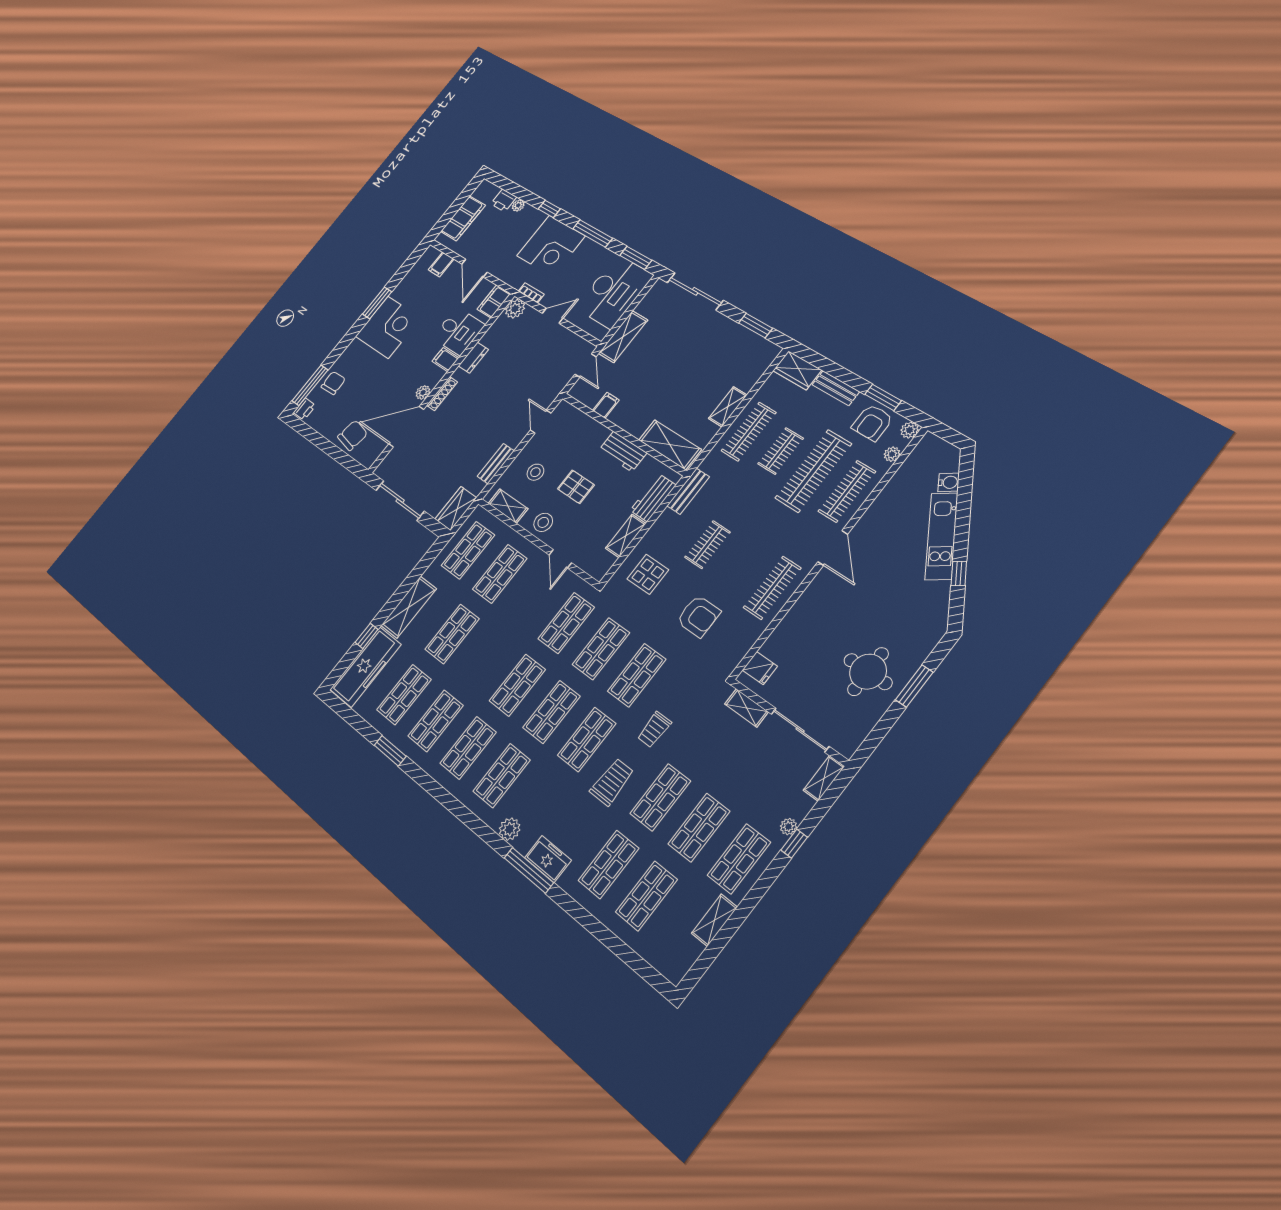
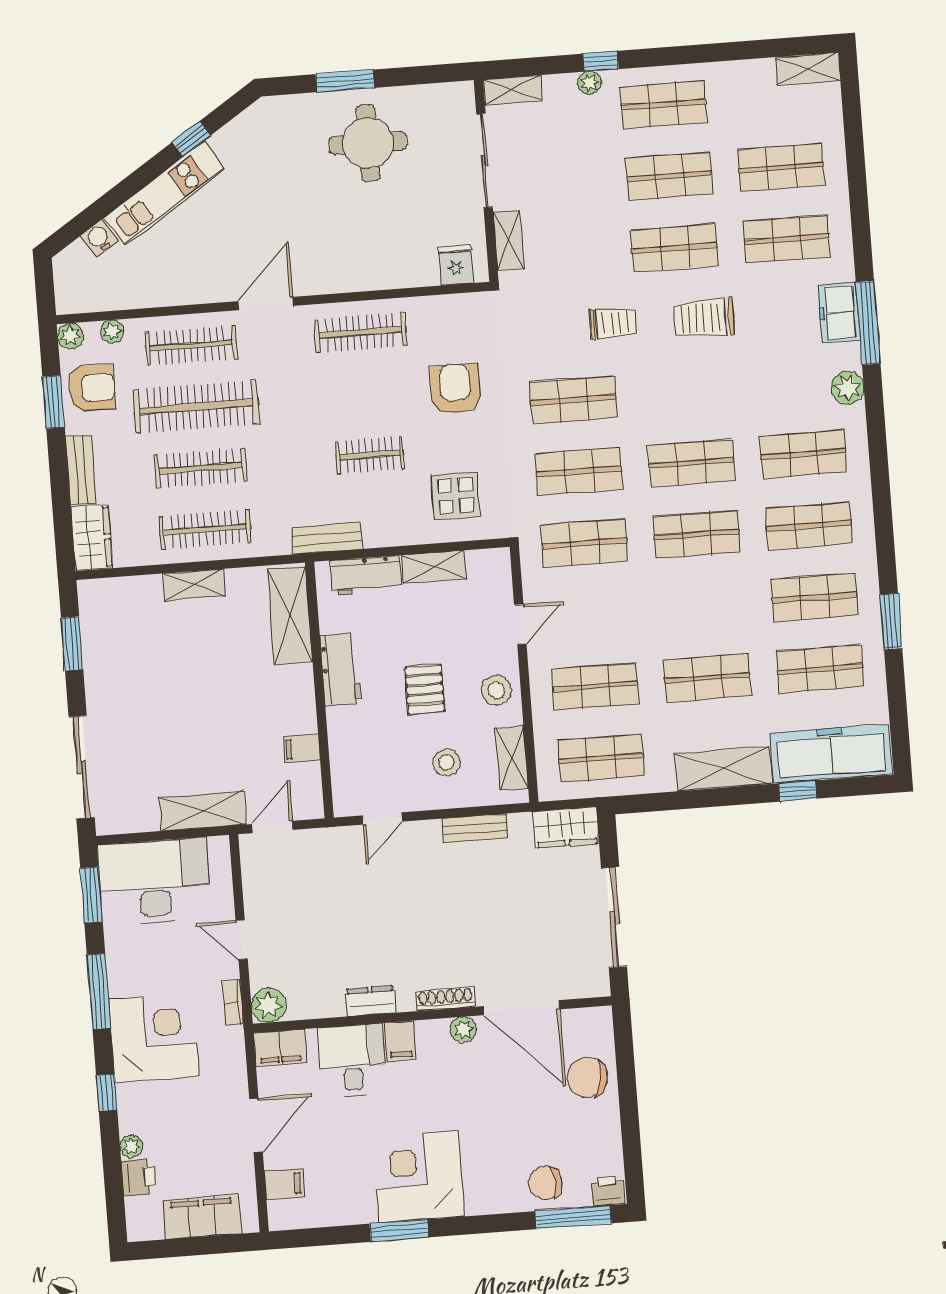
clothes rail: (781, 451) -> (201, 468), width x1.36
shop shelf: (587, 739) -> (686, 391), removed
shelving: (714, 920) -> (808, 69), moved

